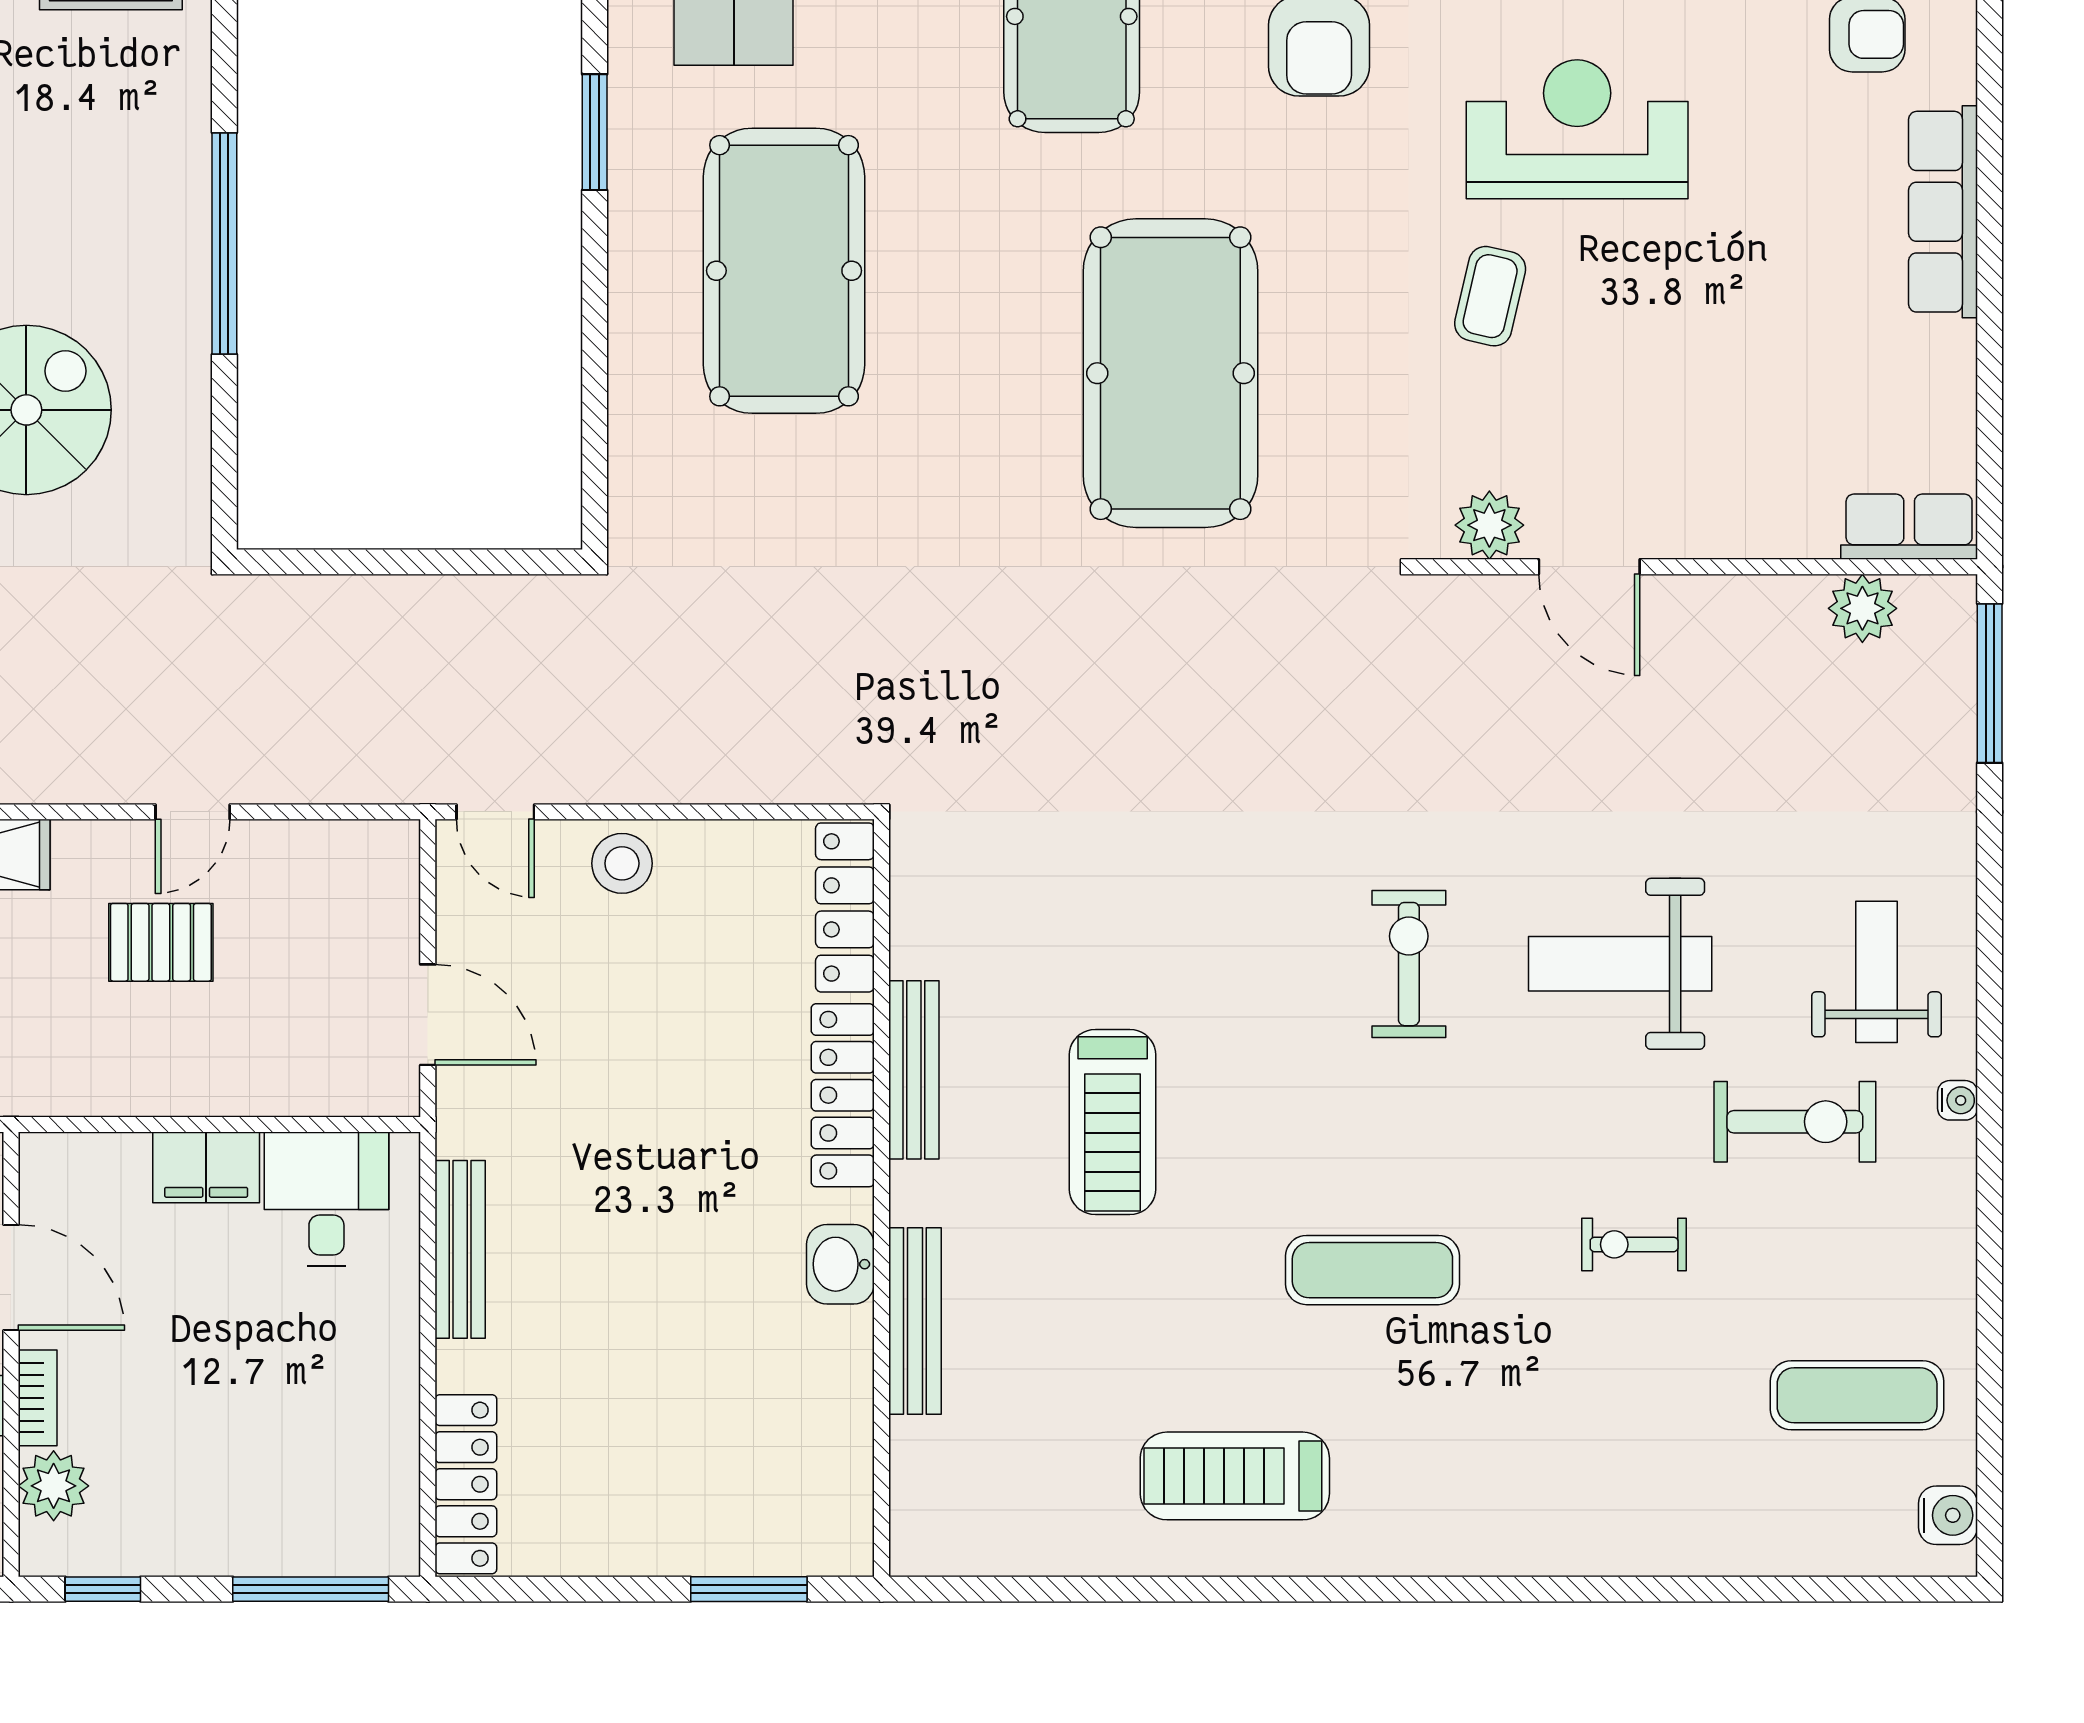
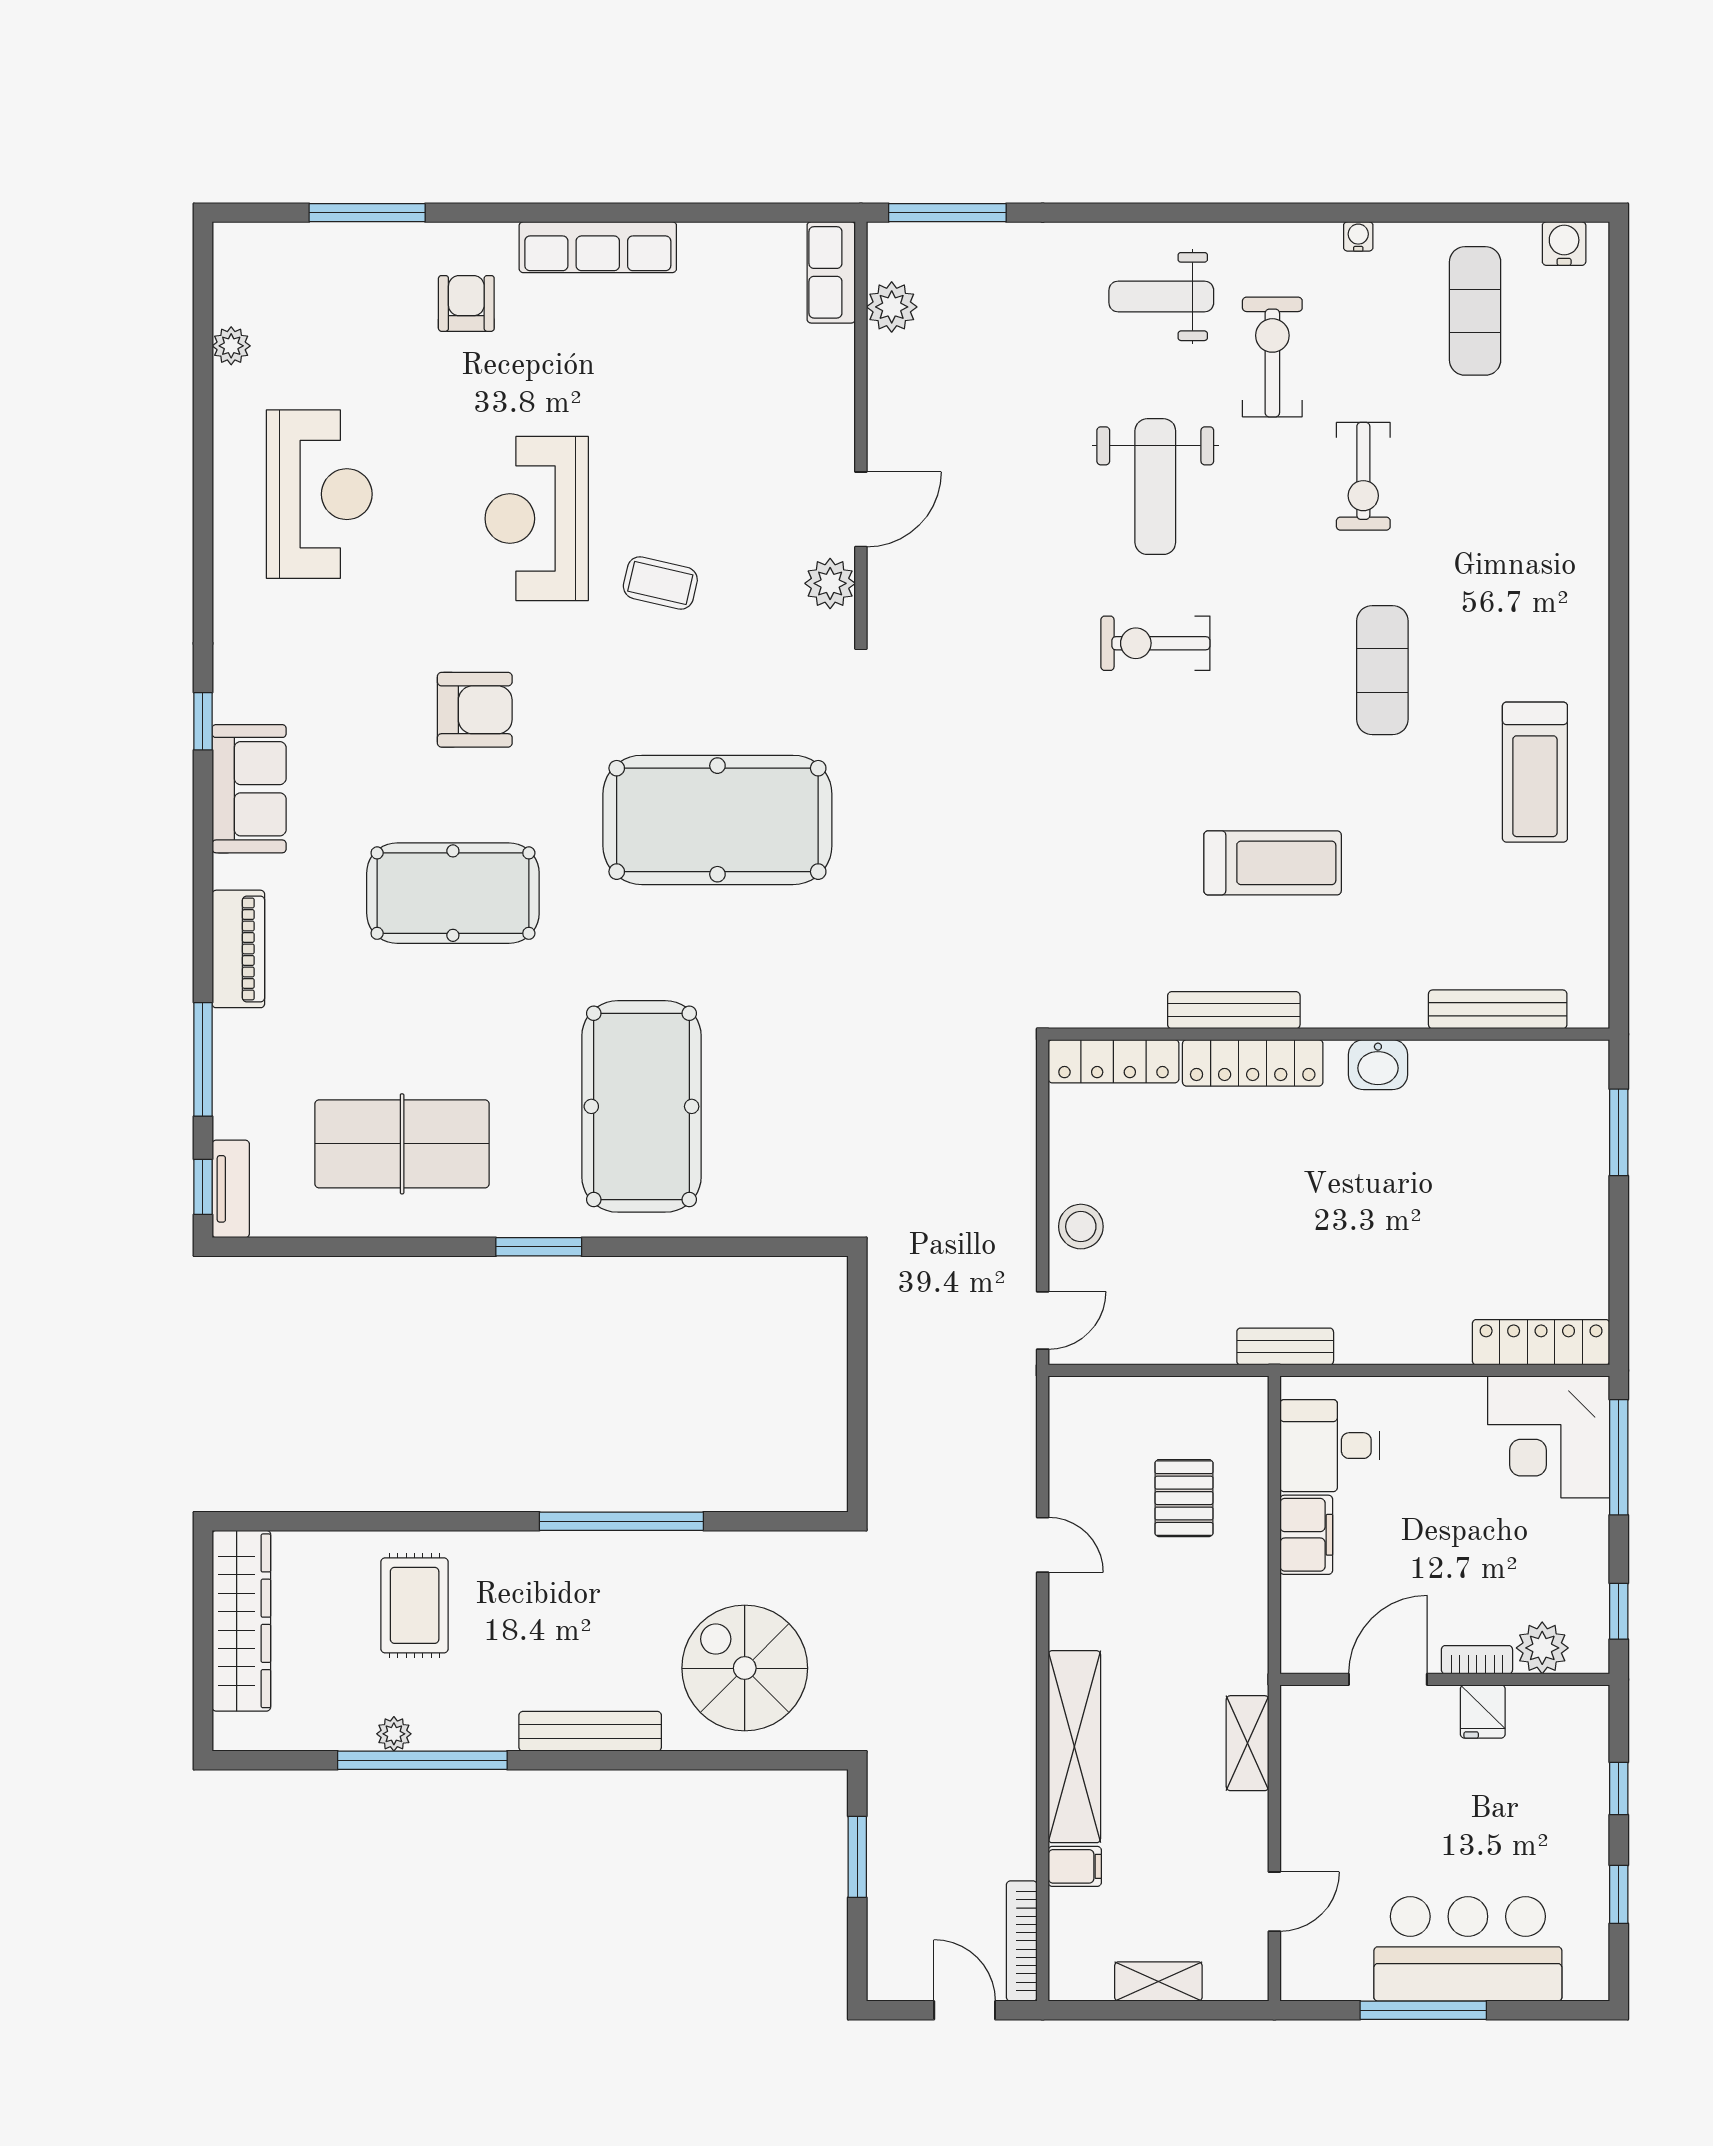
pool table: (784, 271) -> (641, 1106), turned 90
pallet: (161, 942) -> (1184, 1498), moved
door: (428, 1015) -> (1193, 1370), removed
water cooler: (1958, 1100) -> (1358, 236), moved
exercise bike: (1634, 1244) -> (1363, 476), width x1.38, depth x1.39
bench: (460, 1249) -> (1285, 1346), moved, width x0.73
bench: (915, 1321) -> (1498, 1009), moved
corner desk: (338, 1495) -> (1549, 1437), added

